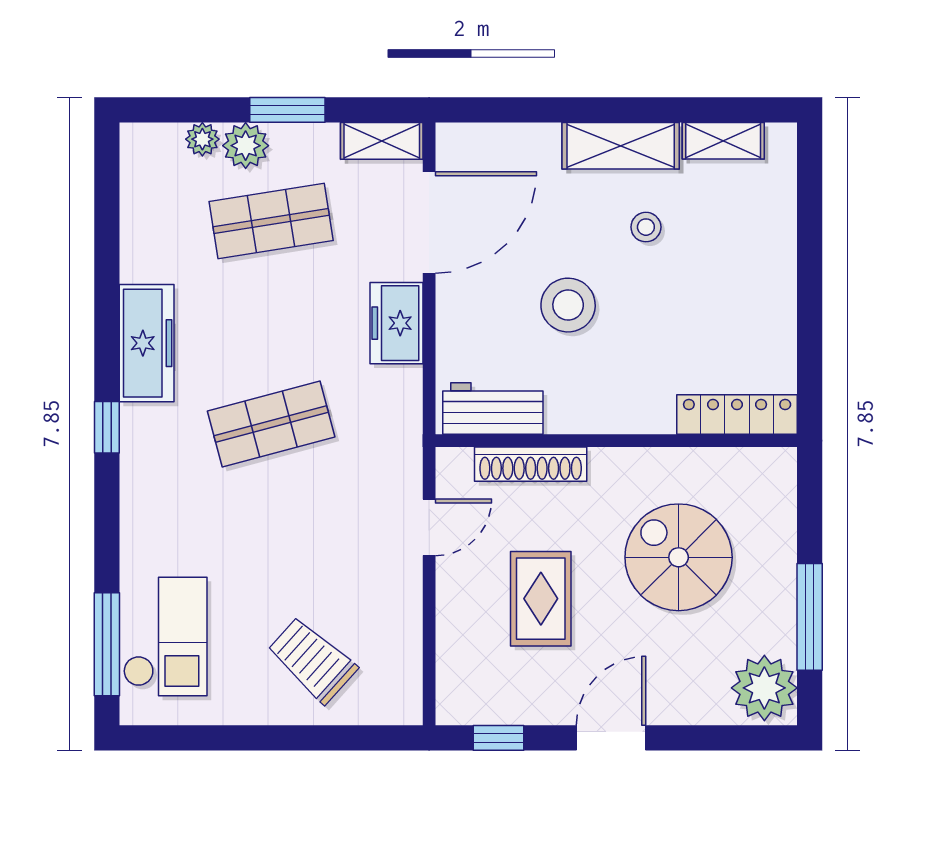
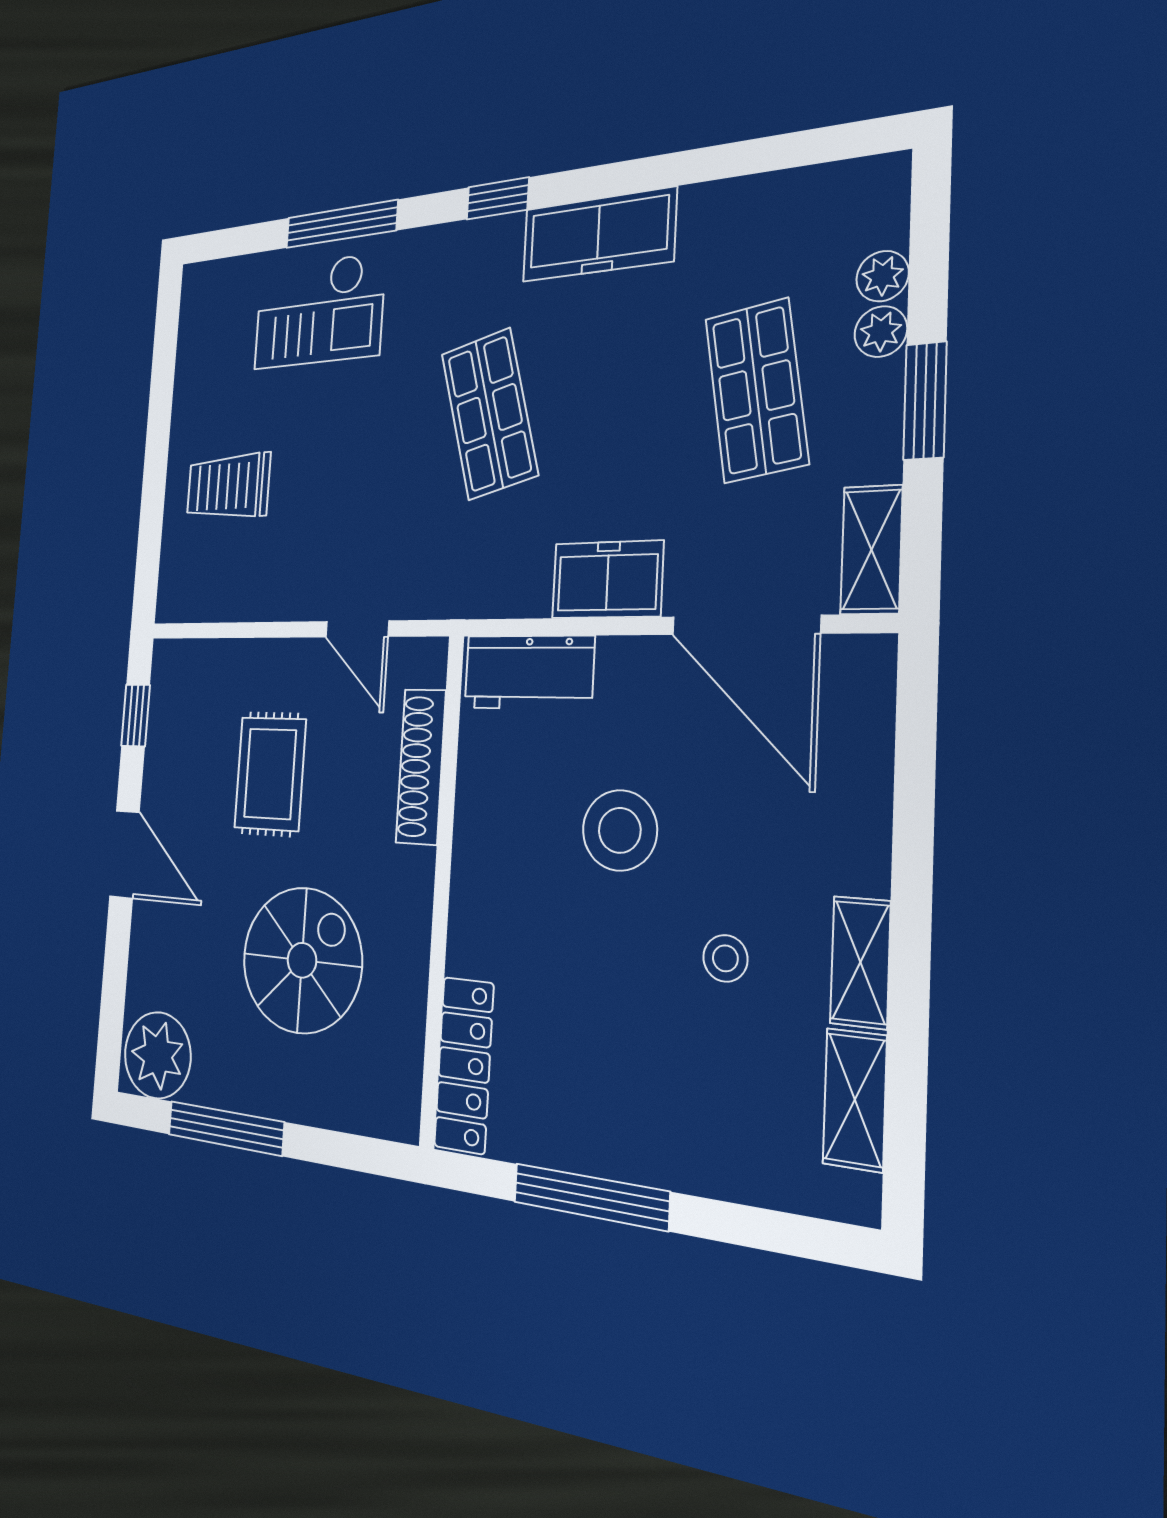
plant: (246, 146) -> (881, 332), width x0.73, depth x0.73
shelving: (621, 146) -> (860, 962), width x0.67, depth x0.75
window: (810, 314) -> (591, 1197), added
workbench: (493, 408) -> (529, 672), moved, turned 90
rug: (541, 599) -> (270, 774), turned 90
checkout: (165, 637) -> (319, 311), moved
window: (107, 644) -> (341, 224), moved
trolley: (312, 660) -> (228, 486), turned -132

